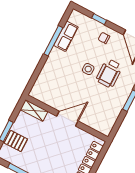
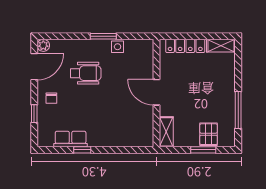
window: (53, 41) -> (82, 150), width x0.46
side table: (88, 69) -> (118, 47), moved

